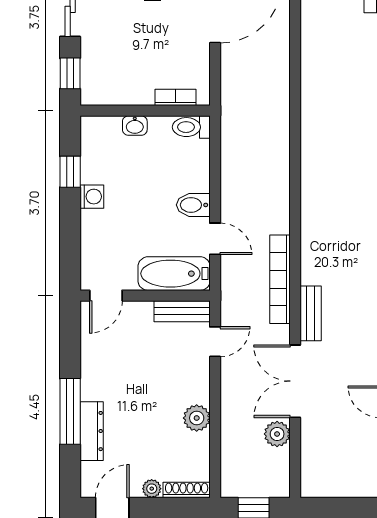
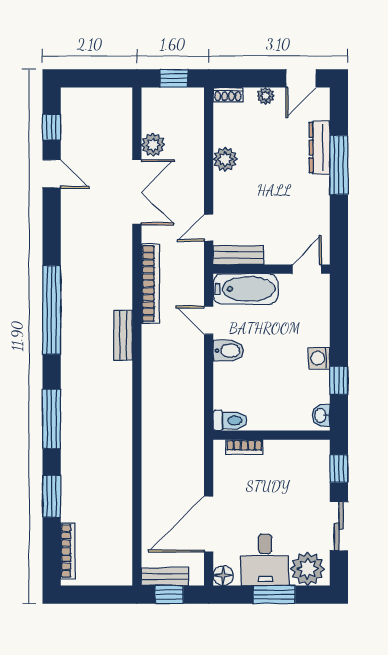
washbasin: (135, 126) -> (321, 415), moved, turned -90
bench: (311, 313) -> (123, 335), moved
shoe rack: (187, 490) -> (228, 95), width x0.70

